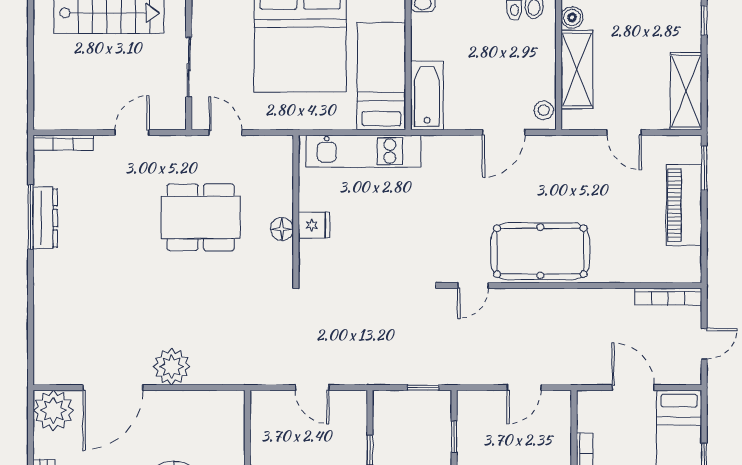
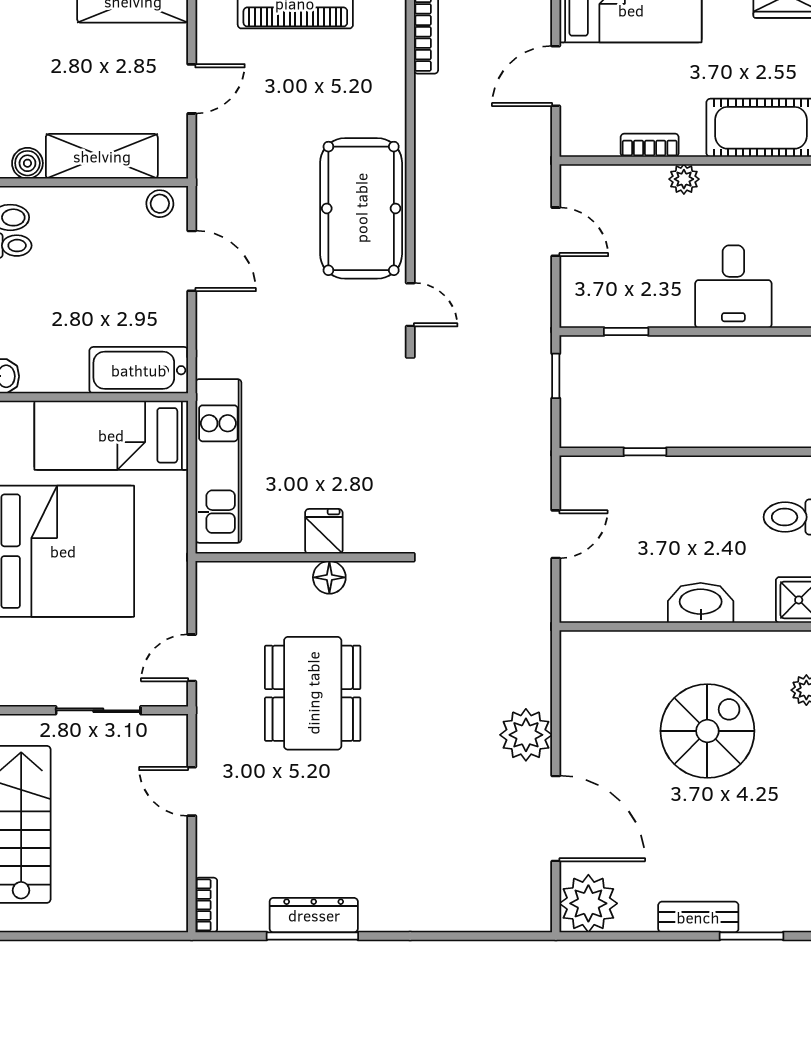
bookcase: (63, 143) -> (206, 905), width x0.64

